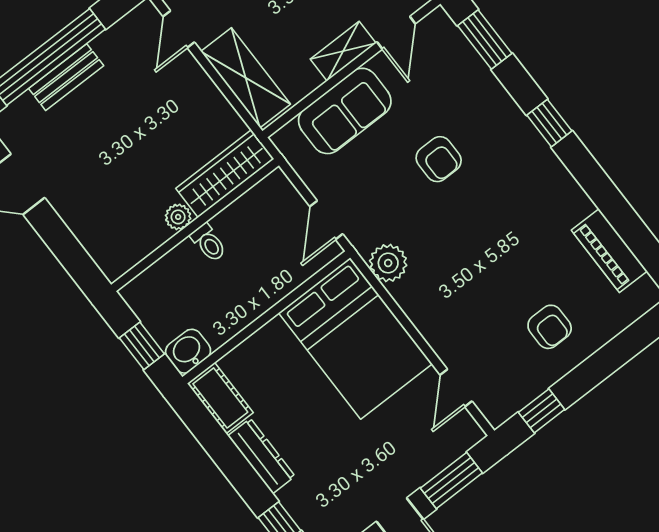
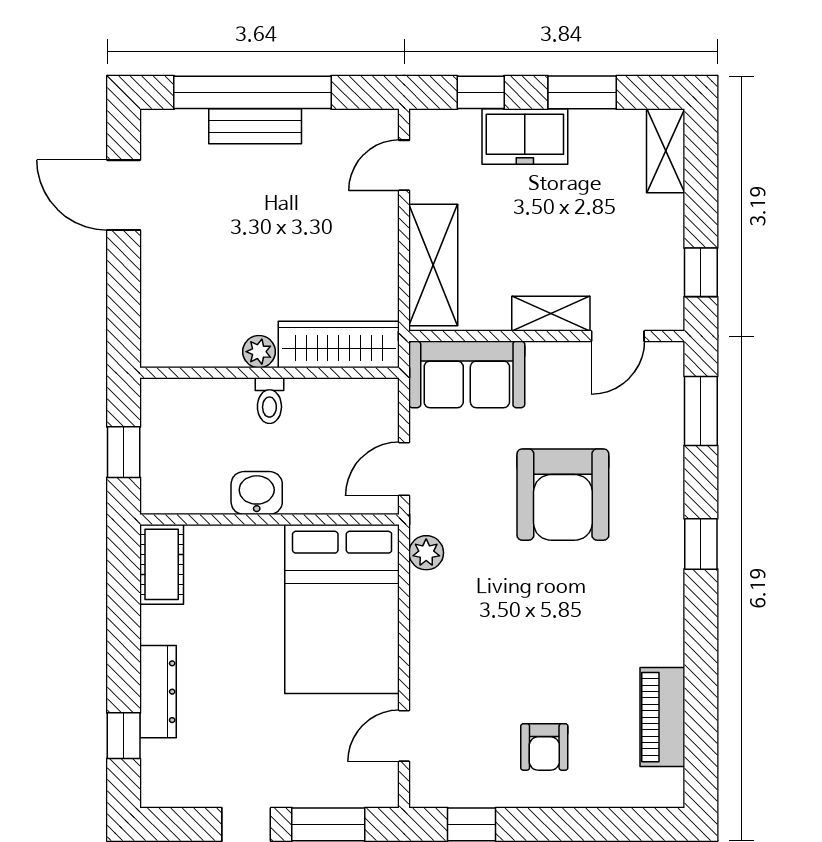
sofa: (345, 111) -> (467, 374), moved
armchair: (439, 159) -> (563, 495), width x1.88, depth x1.88
plant: (388, 263) -> (426, 553), width x0.73, depth x0.73
washbasin: (188, 351) -> (257, 493), moved
dresser: (261, 456) -> (158, 692), moved

